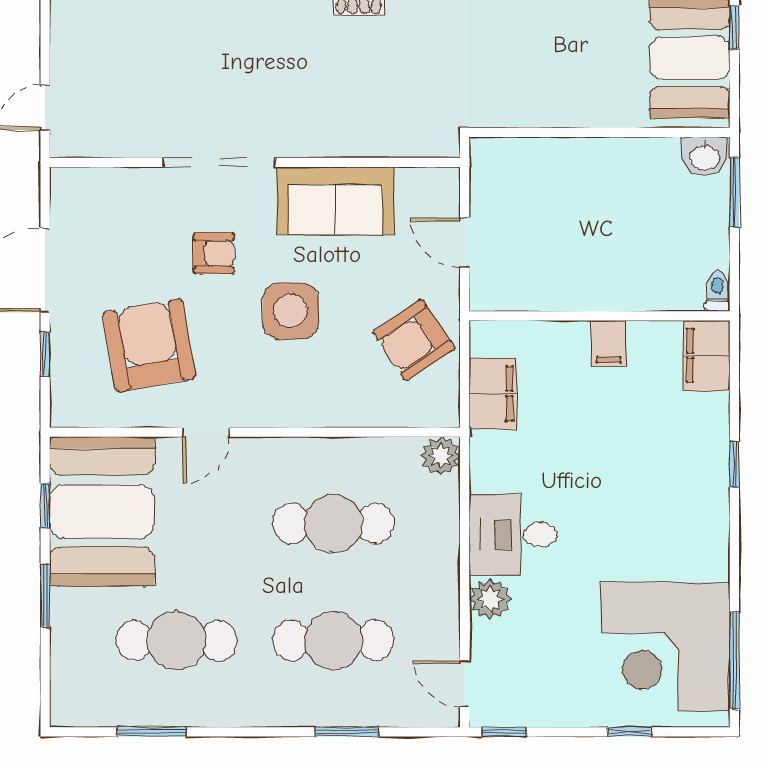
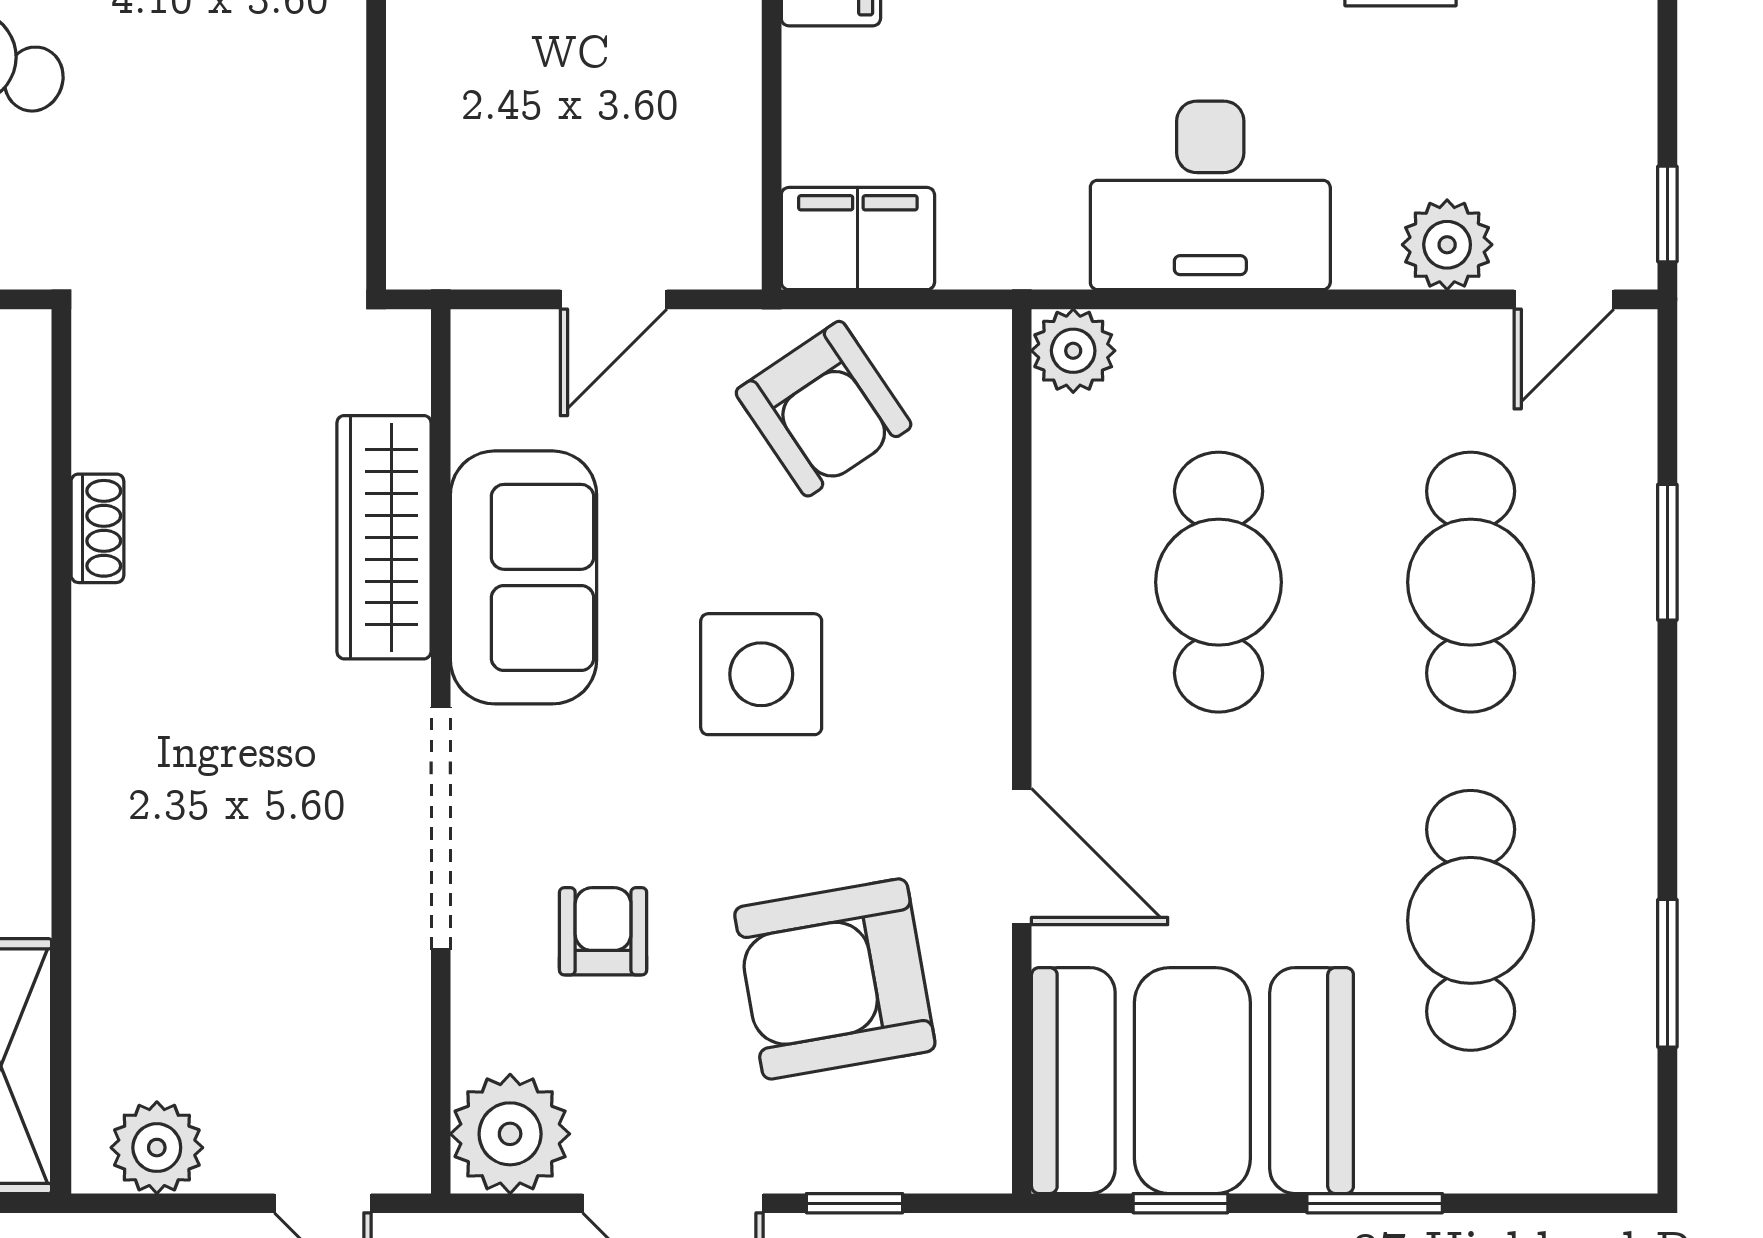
plant: (71, 31) -> (157, 1148), added
wardrobe: (354, 136) -> (384, 537), added
plant: (77, 194) -> (510, 1134), added
armchair: (214, 253) -> (603, 931), moved
filing cabinet: (493, 394) -> (858, 239), moved
door: (206, 432) -> (1022, 857), width x1.38
desk: (513, 535) -> (1210, 195), width x1.37
plant: (490, 599) -> (1447, 245), moved

